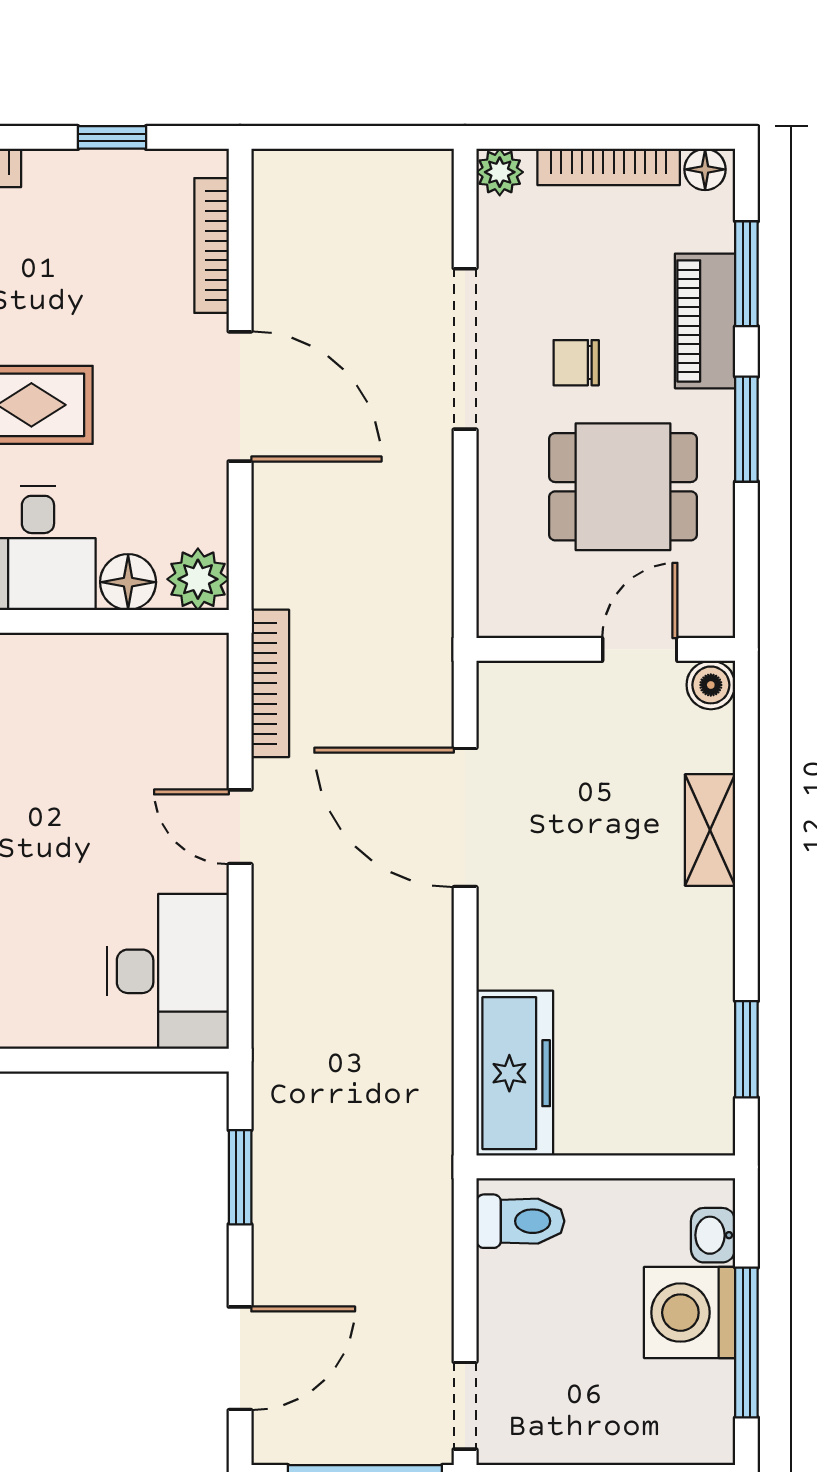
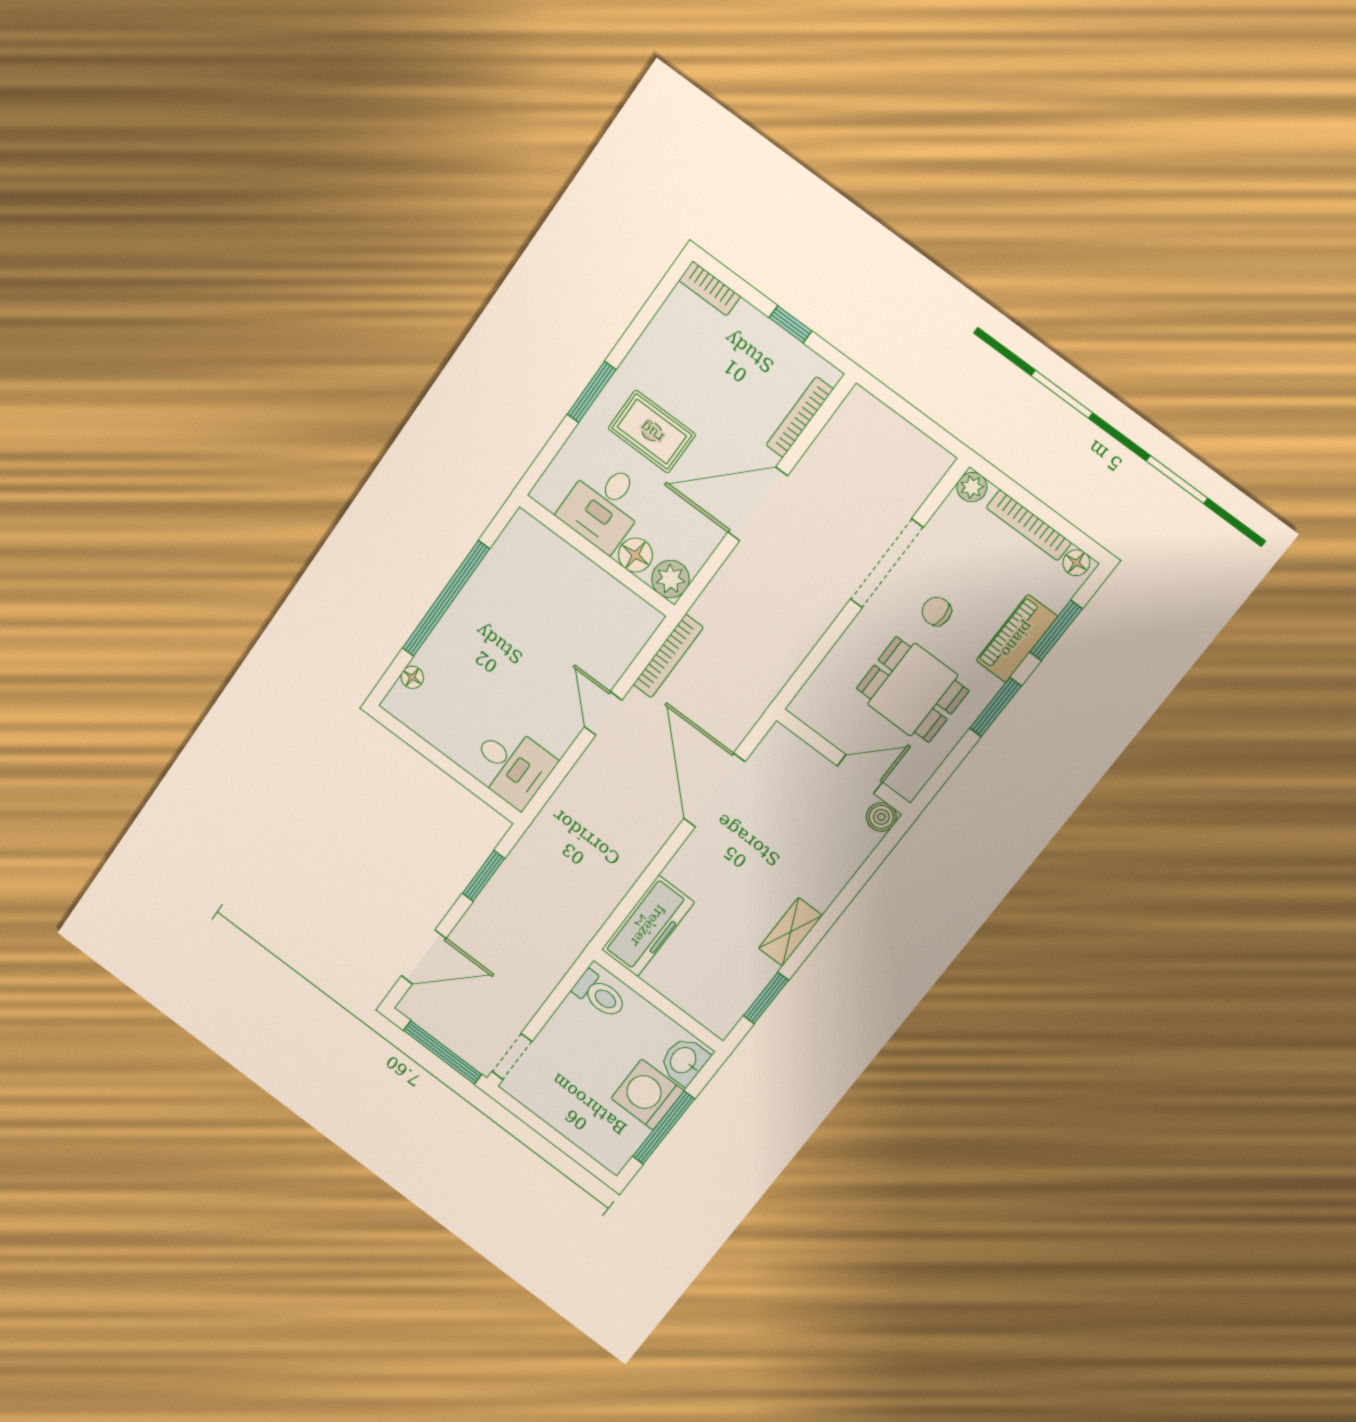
door: (240, 396) -> (758, 504), swing flipped
shelving: (710, 830) -> (790, 932), moved
desk: (168, 971) -> (512, 765), width x0.73
washbasin: (713, 1235) -> (684, 1061), width x1.38, depth x1.45

